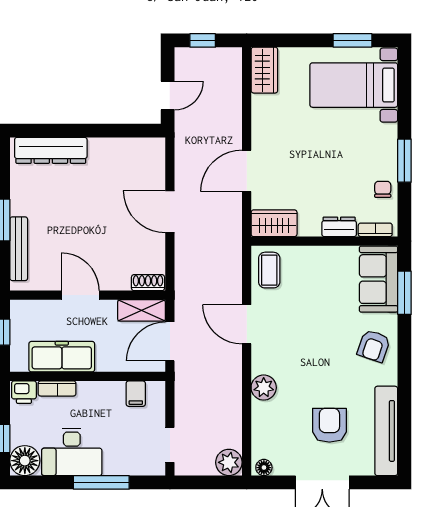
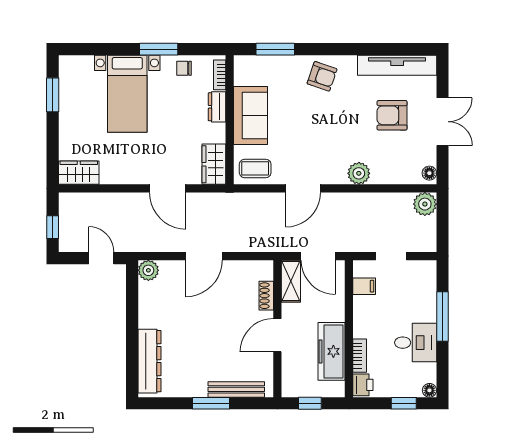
bed with nightstands: (354, 85) -> (127, 94), moved
plant: (154, 149) -> (148, 270), added
sofa: (379, 279) -> (250, 115), moved, turned -90
shoe rack: (148, 283) -> (266, 296), moved
doorway: (170, 445) -> (391, 256), moved
desk: (72, 452) -> (416, 343), width x0.73
floor lamp: (25, 461) -> (429, 390), width x0.53, depth x0.53

